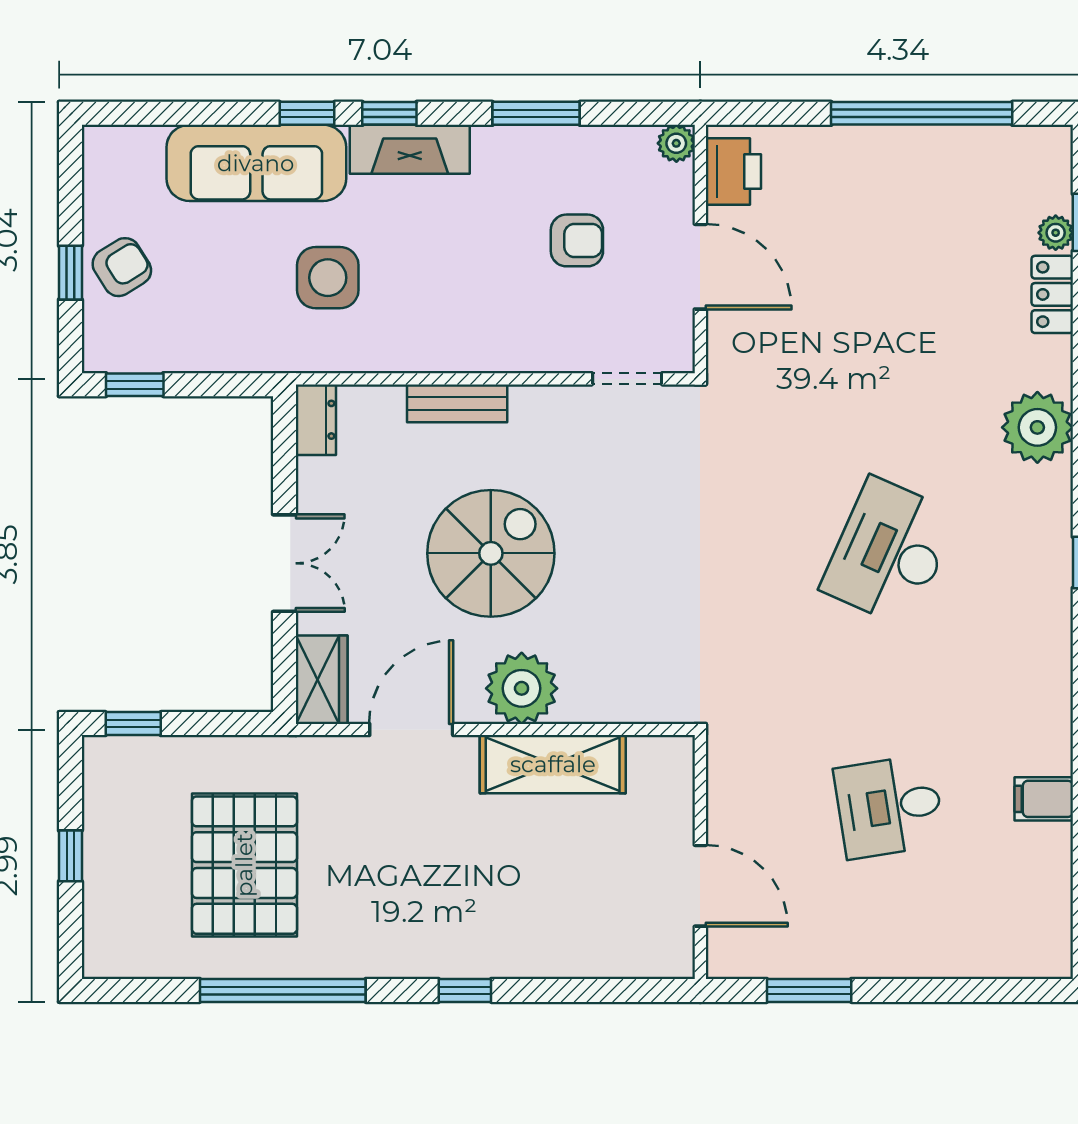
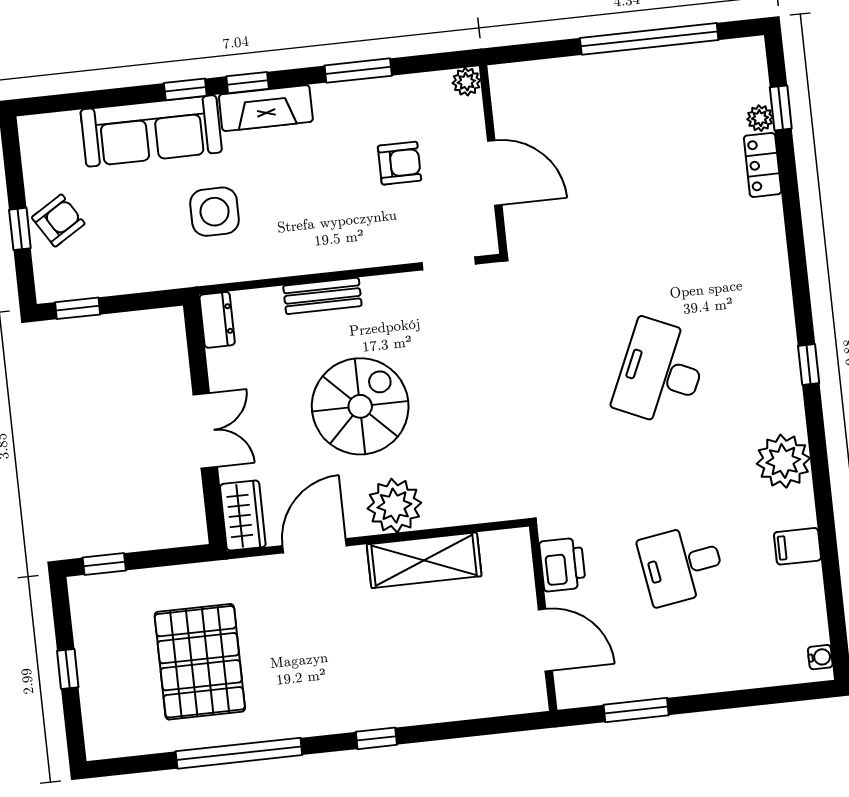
printer: (733, 171) -> (562, 565), moved
plant: (1037, 427) -> (783, 461), moved
water cooler: (1058, 947) -> (820, 657), added

